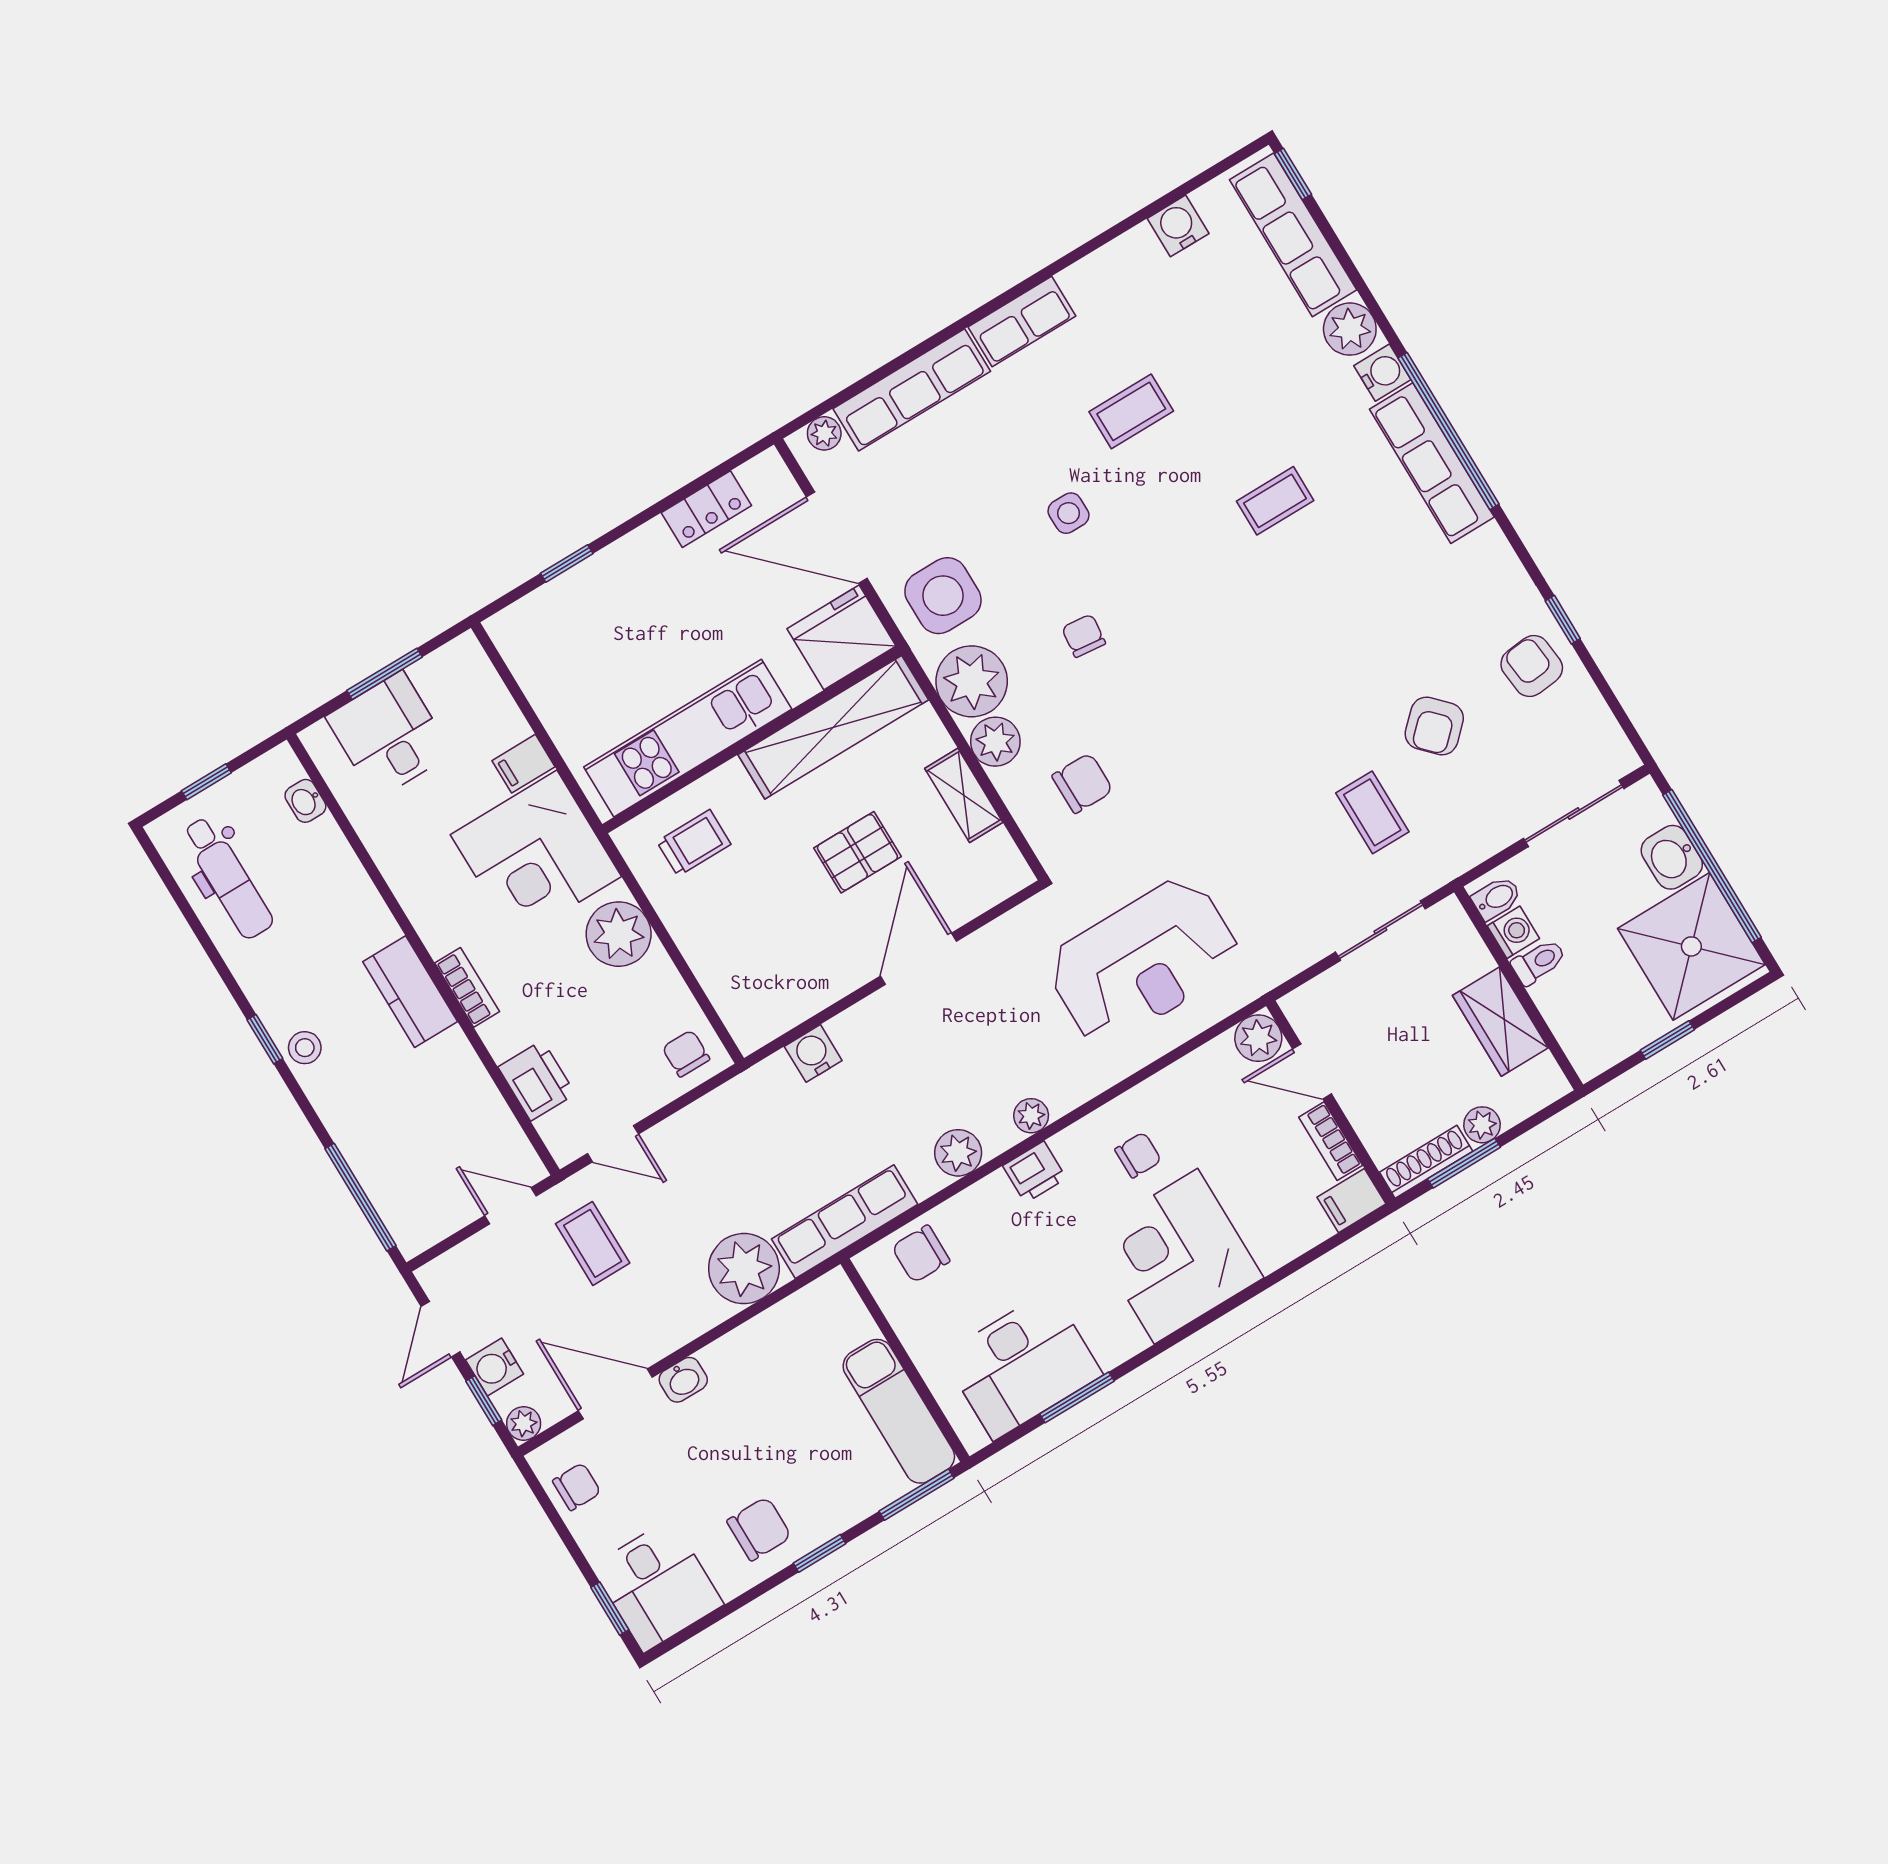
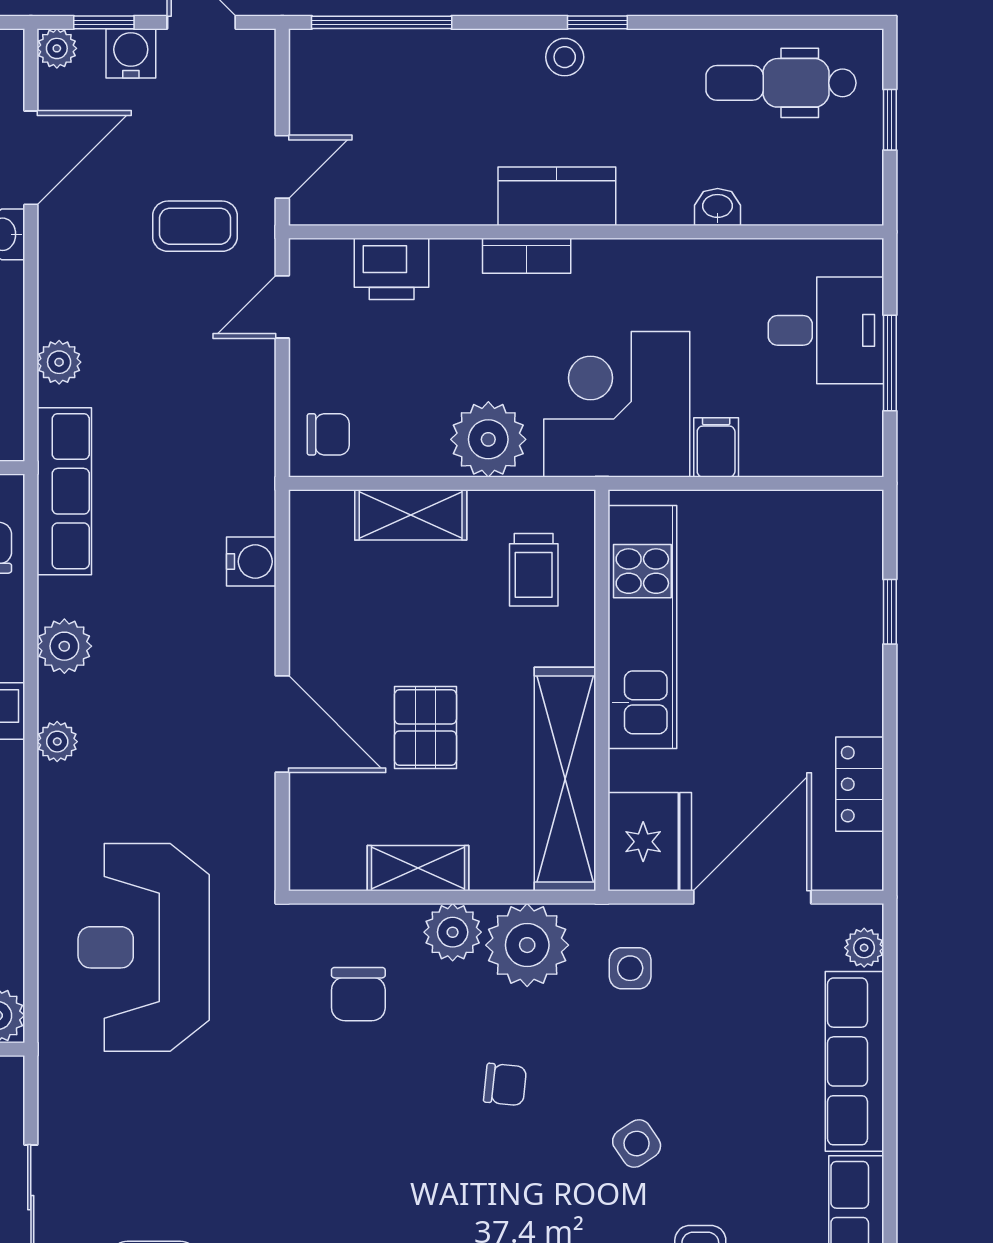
side table: (1069, 513) -> (637, 1144), turned -34
side table: (943, 596) -> (630, 968), width x0.54, depth x0.54
washbasin: (305, 801) -> (718, 207), moved
shelving: (708, 957) -> (411, 515), added
plant: (744, 1269) -> (59, 362), width x0.53, depth x0.53

